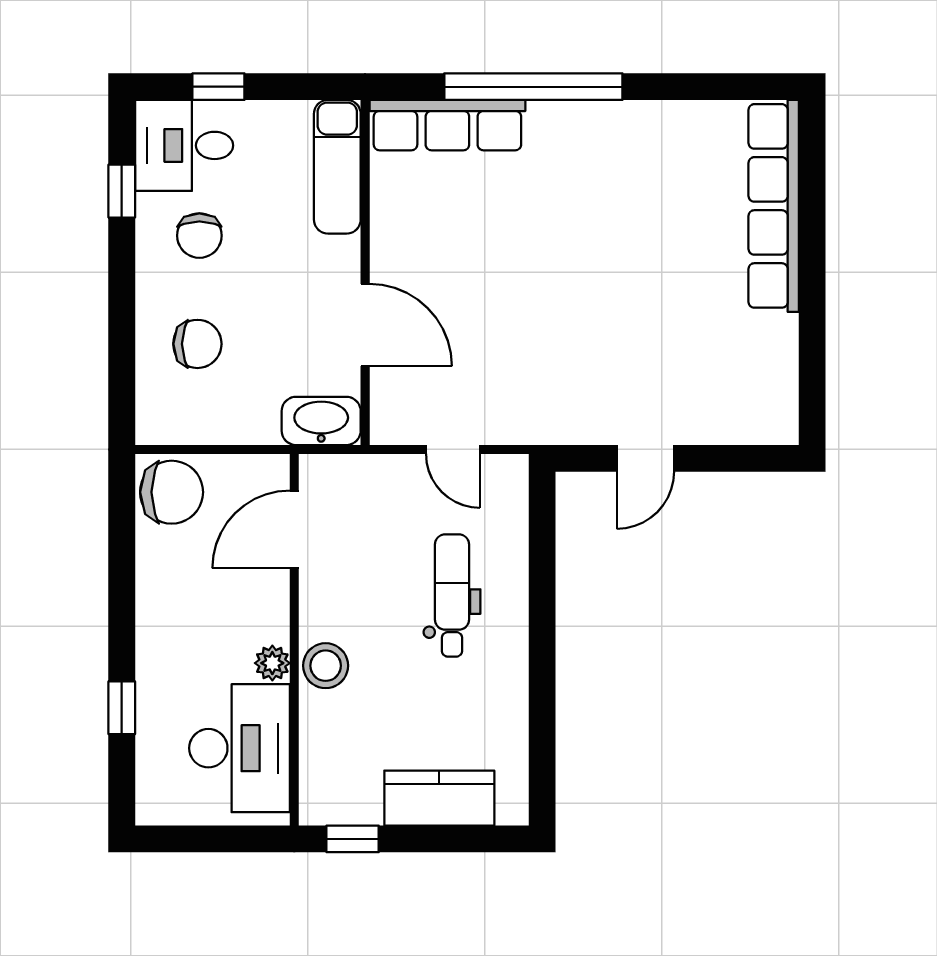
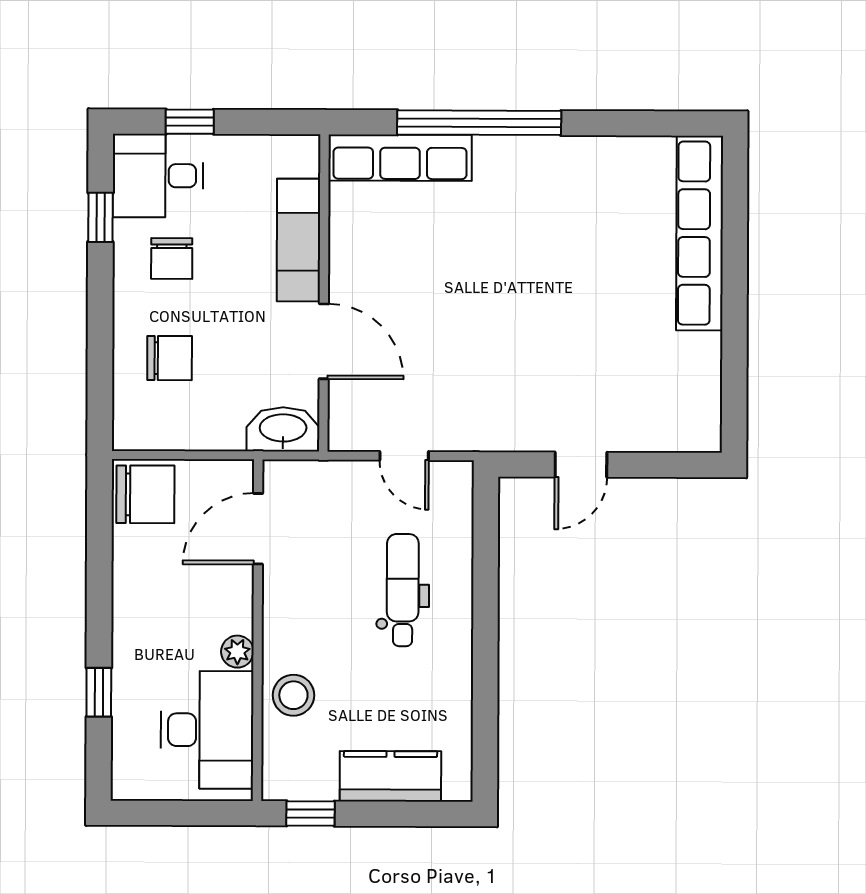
exam couch: (337, 167) -> (299, 240), moved
stool: (326, 666) -> (293, 695), moved

